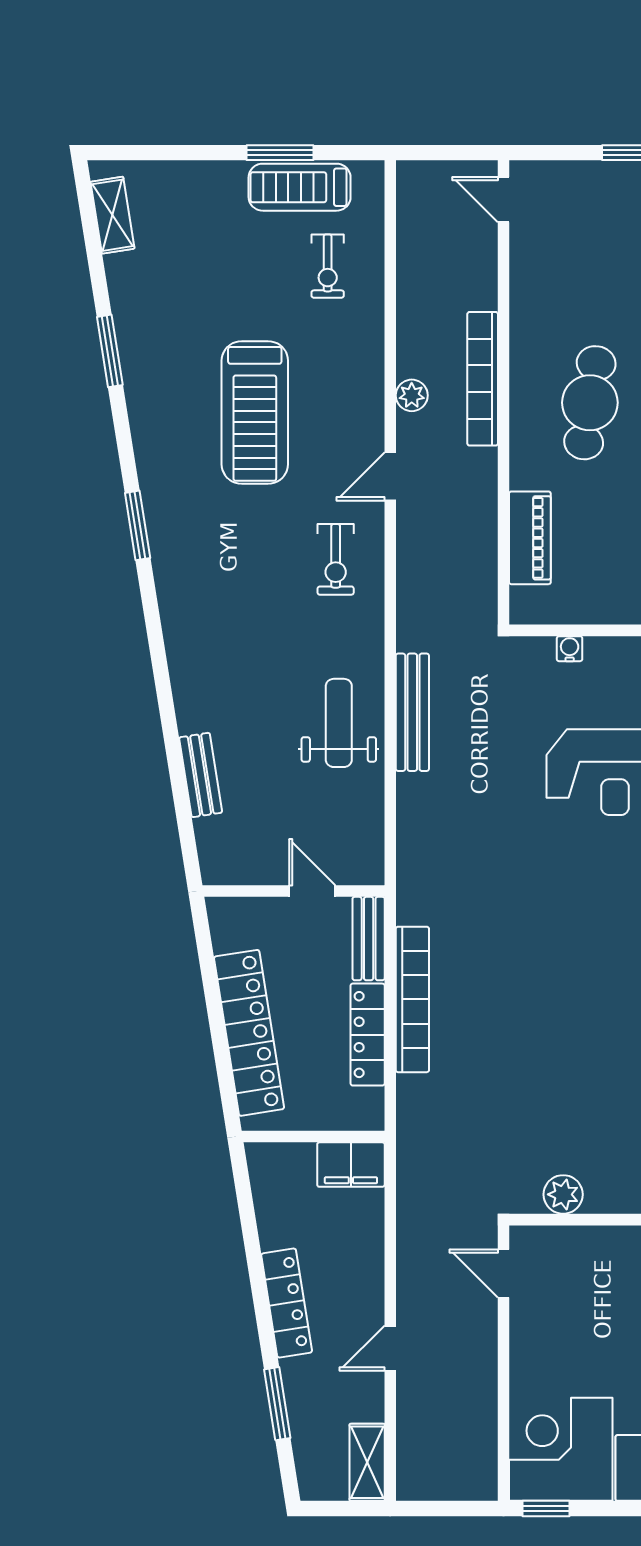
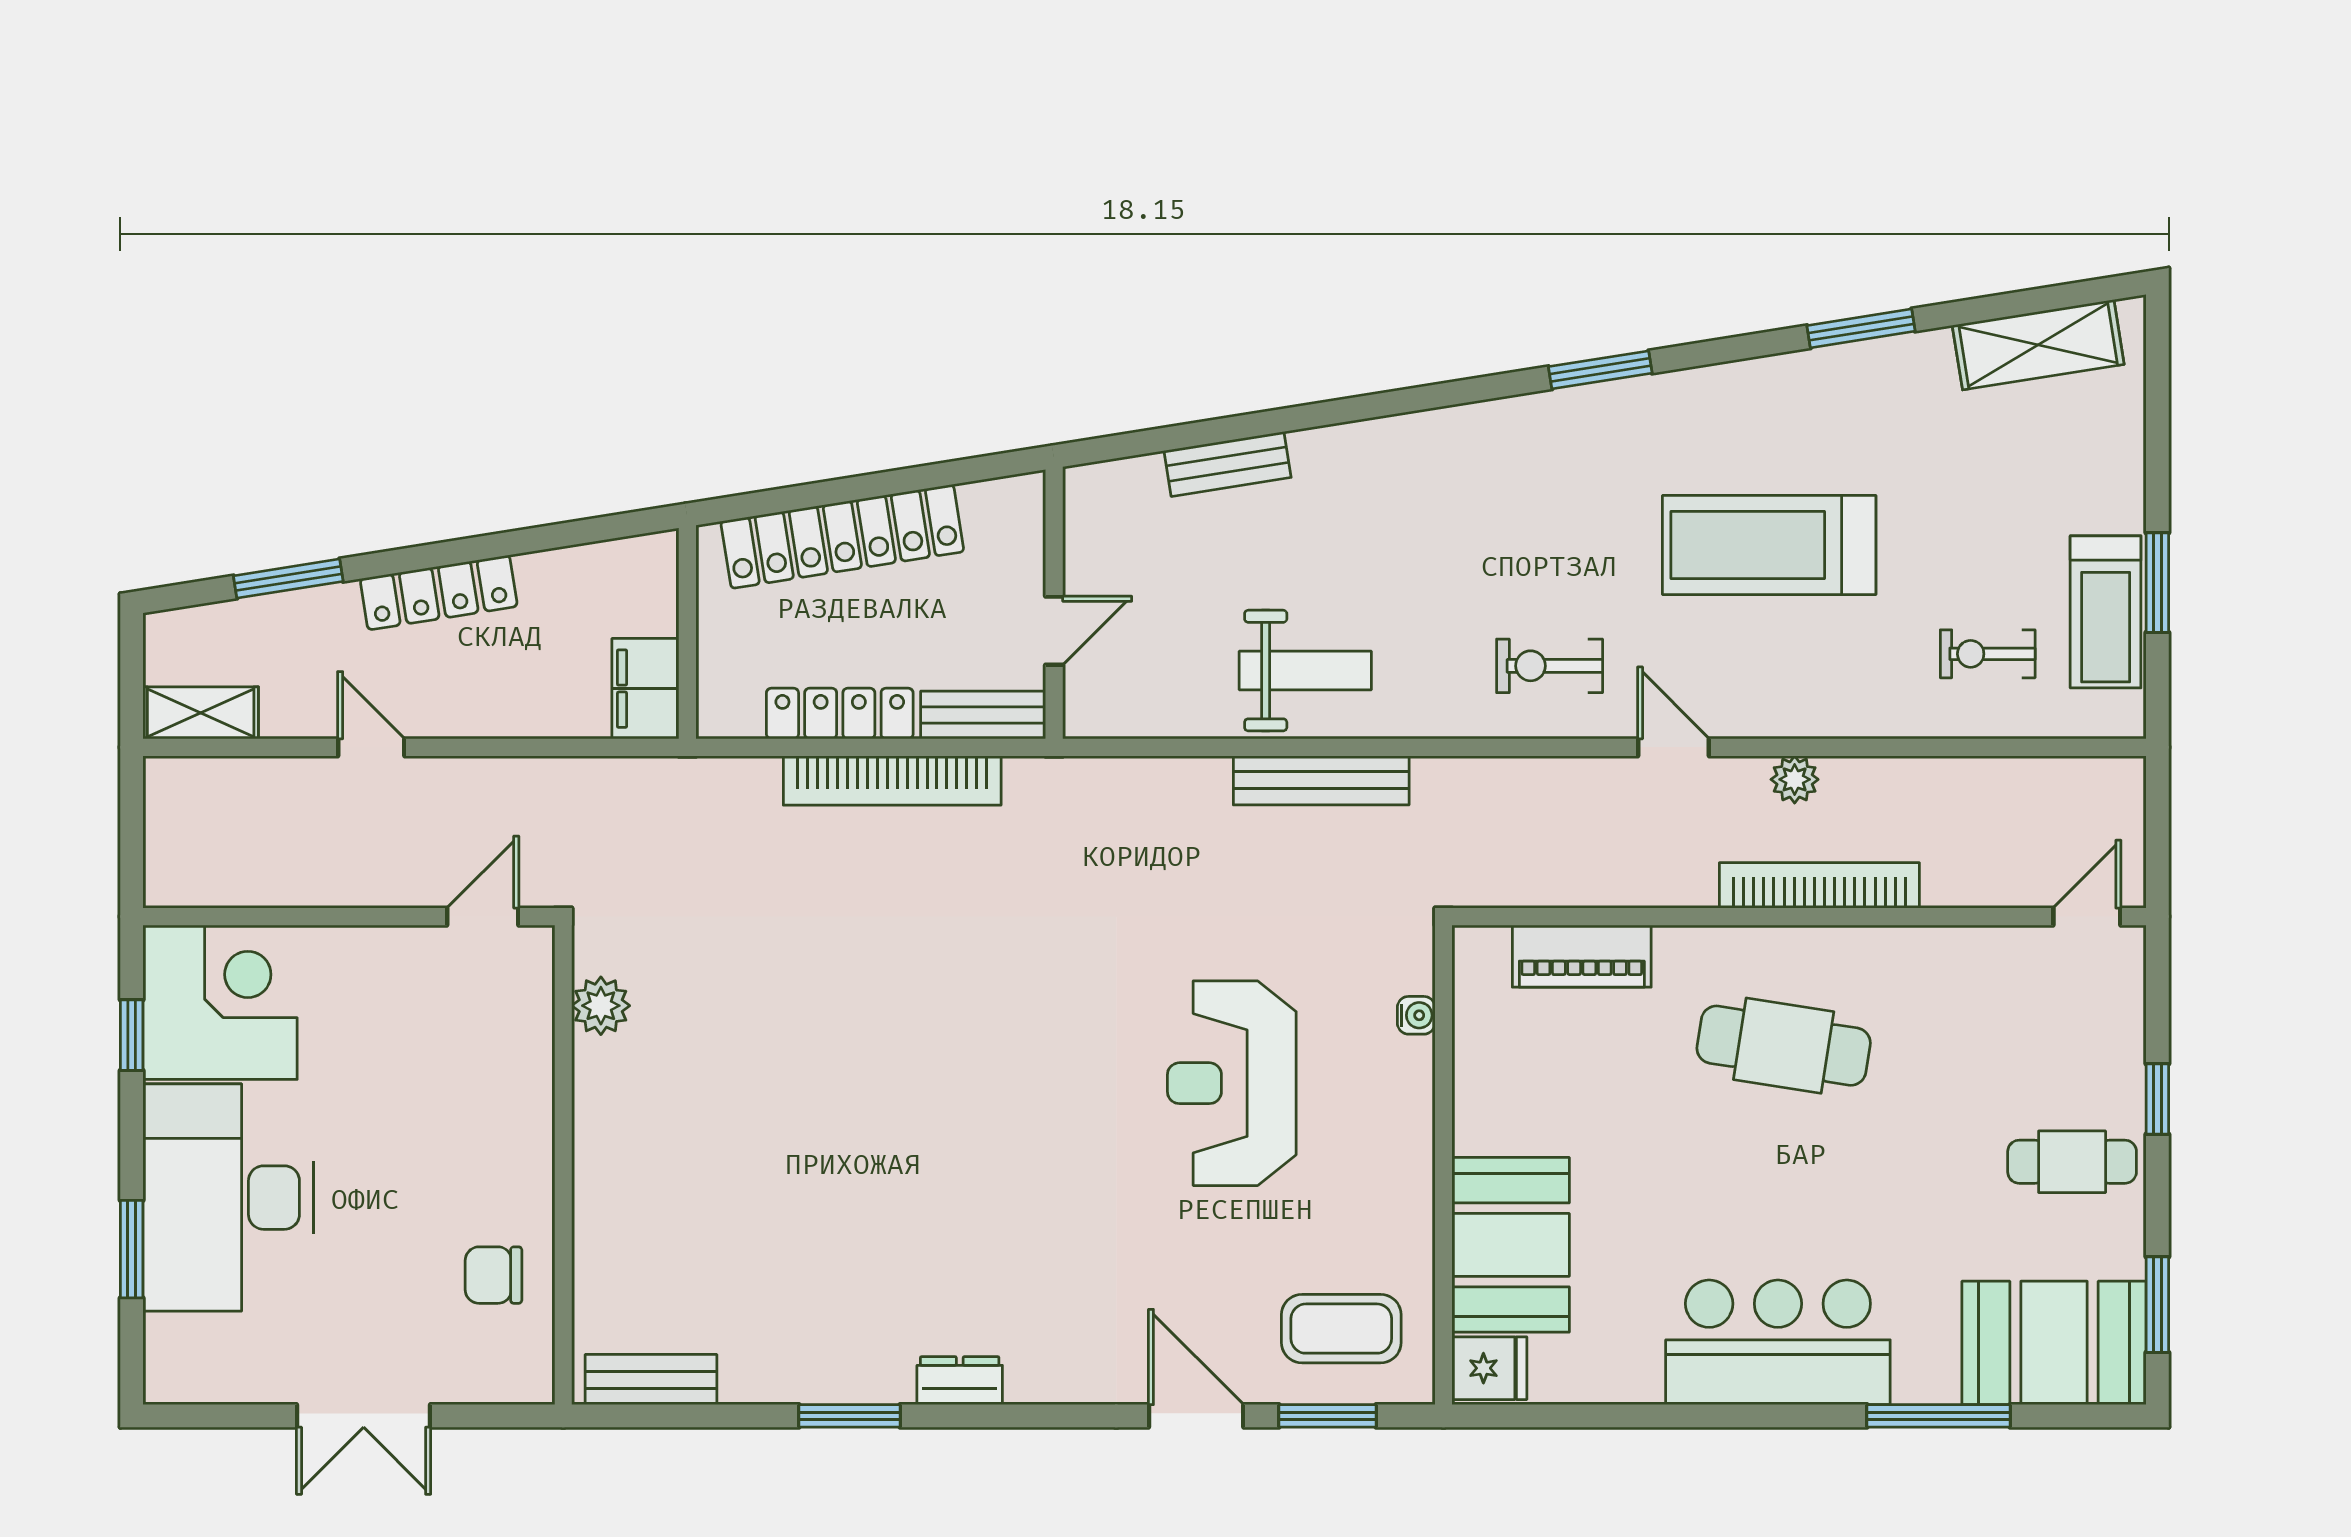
treadmill: (300, 187) -> (2106, 612), turned 180
shelving: (112, 215) -> (2038, 345), width x1.50, depth x1.33
window: (546, 1509) -> (132, 1035), moved

